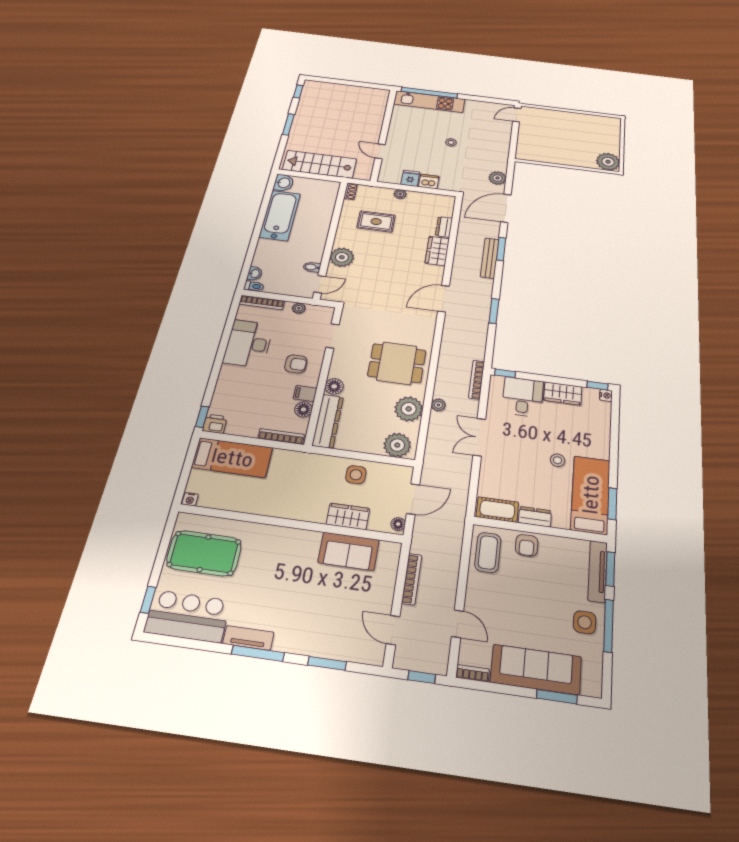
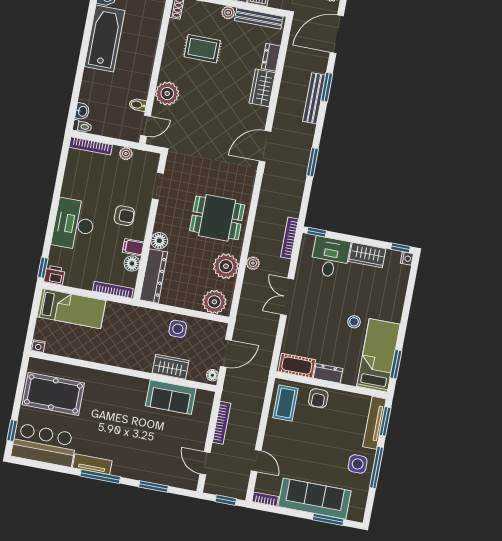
bench: (430, 198) -> (259, 19), added
desk: (248, 344) -> (74, 224), moved

